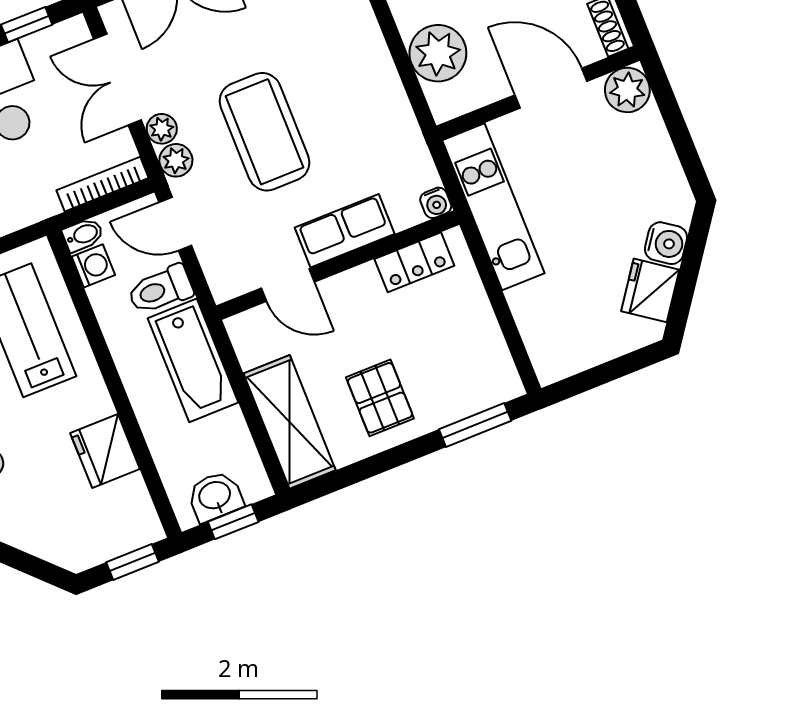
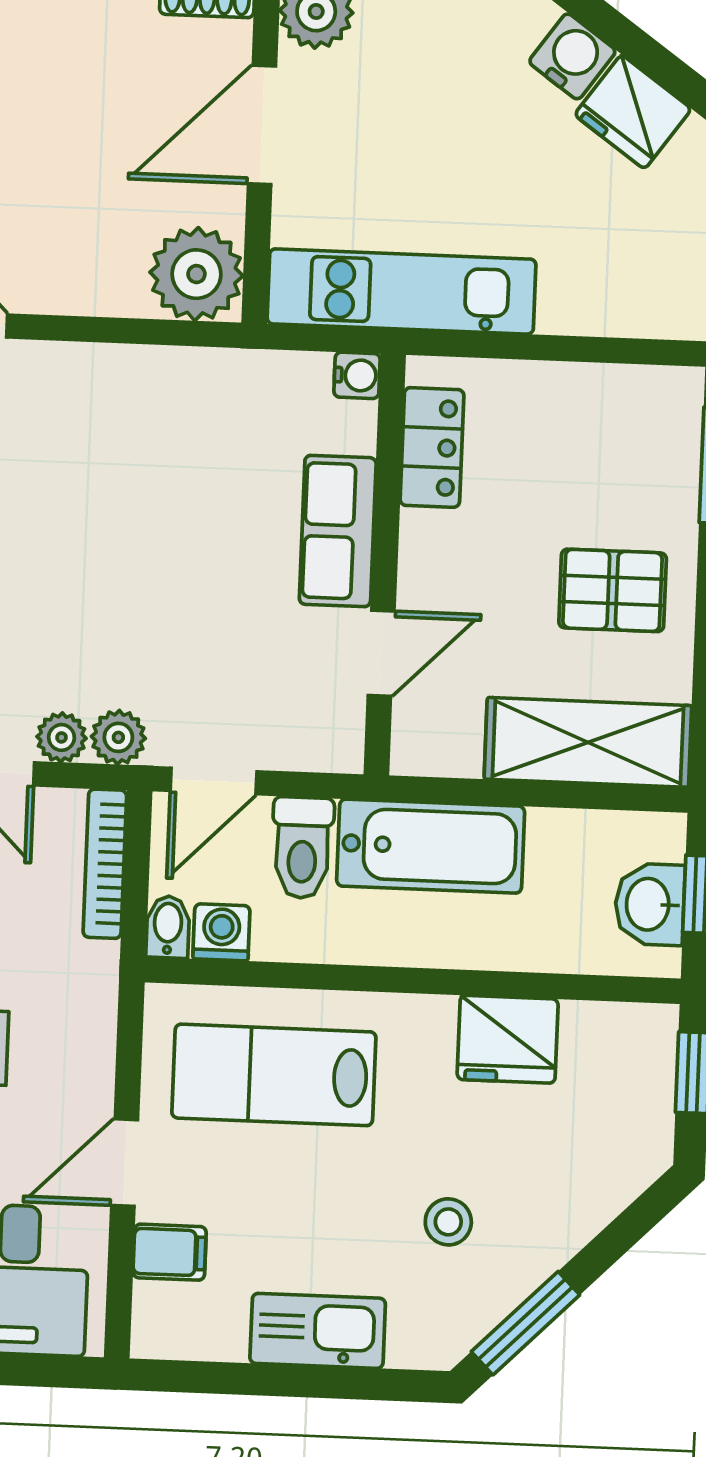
plant: (438, 53) -> (196, 274), moved
coffee table: (265, 132) -> (135, 585), removed

